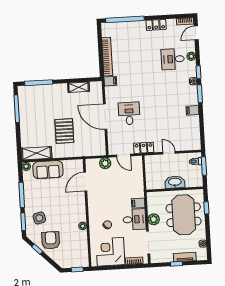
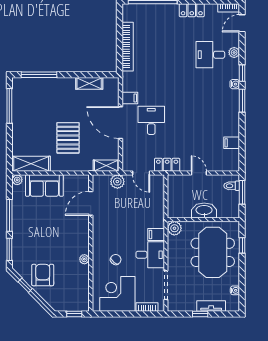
filing cabinet: (110, 81) -> (130, 98), moved
filing cabinet: (192, 110) -> (232, 143), moved
shelving: (96, 151) -> (106, 166), added
side table: (39, 218) -> (30, 246), removed
plant: (154, 219) -> (174, 228), moved

